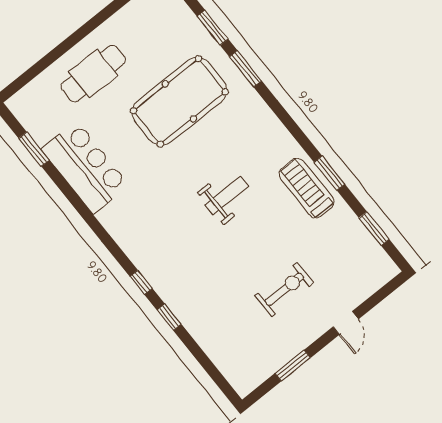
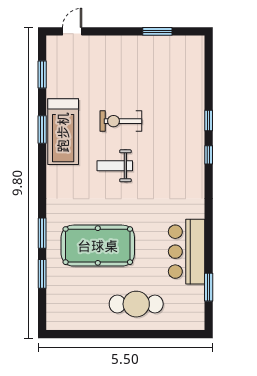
treadmill: (307, 188) -> (63, 132), width x1.37, depth x1.38
exercise bike: (284, 289) -> (121, 121), moved
door: (346, 323) -> (72, 31), moved

